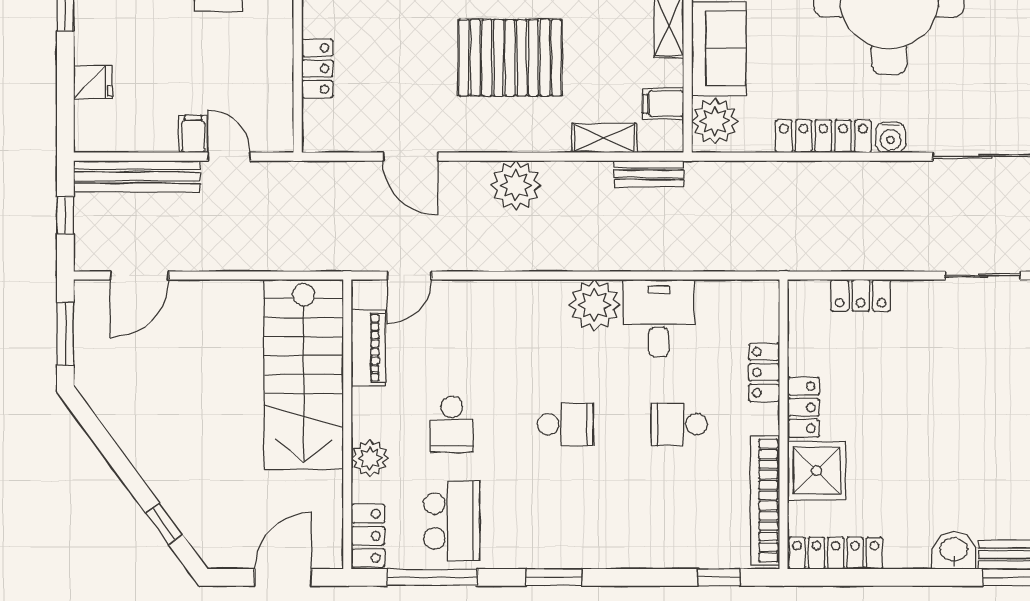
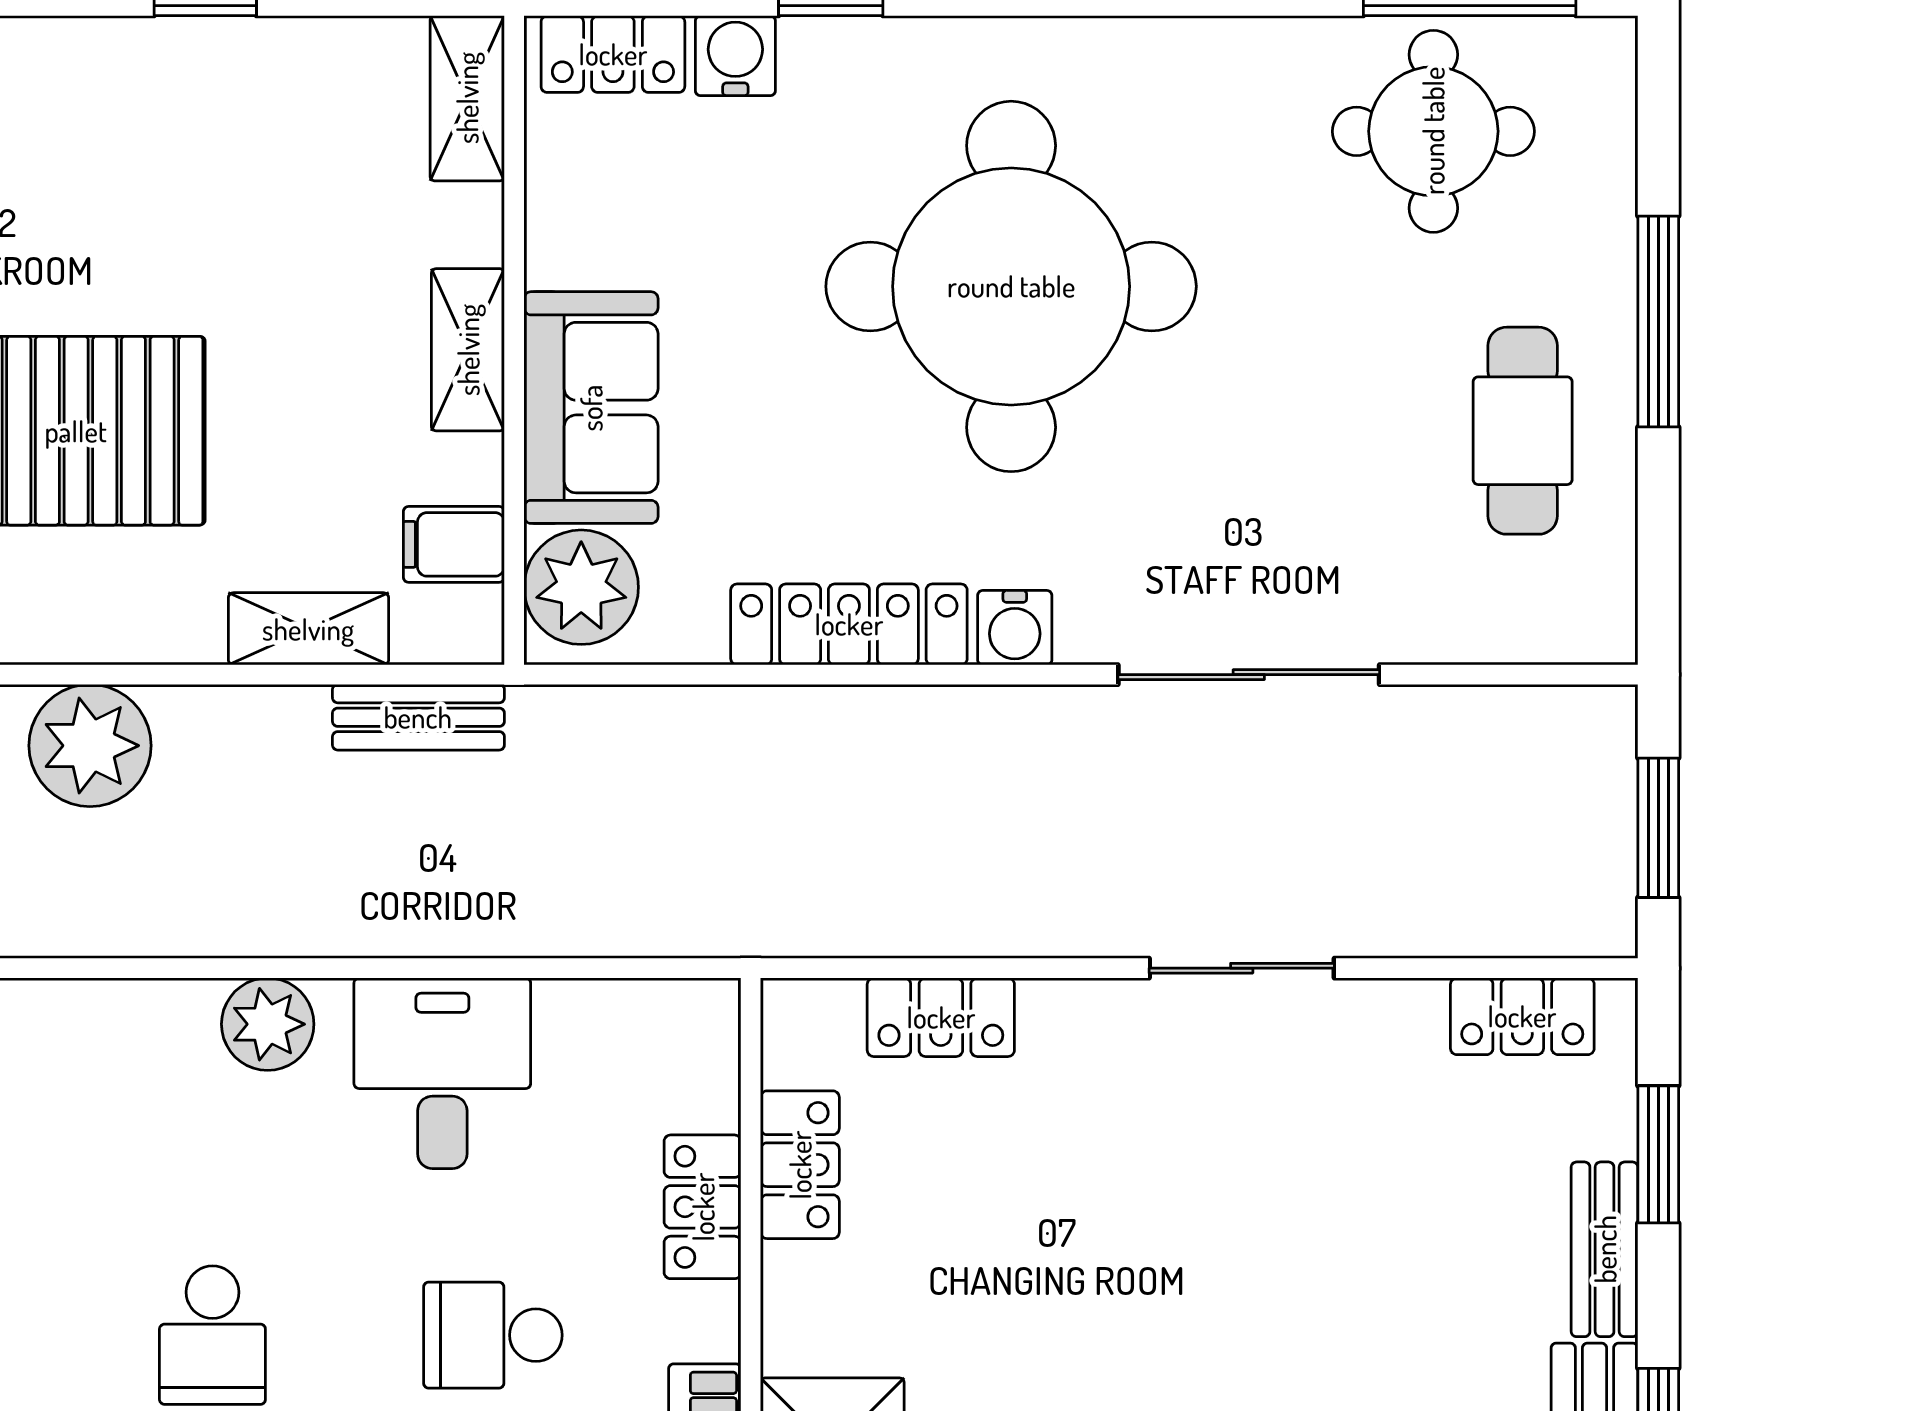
plant: (595, 305) -> (268, 1024), width x0.73, depth x0.73
locker: (803, 407) -> (800, 1165), moved
school desk: (565, 424) -> (212, 1335), turned 90

